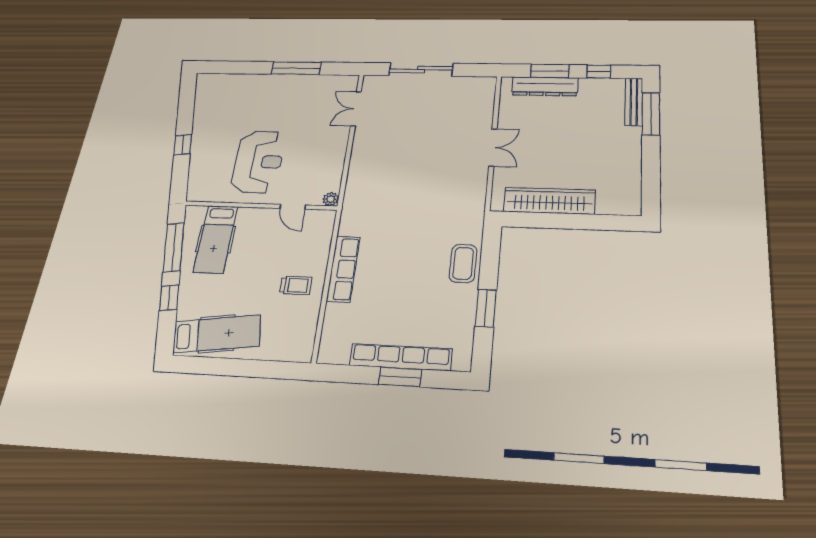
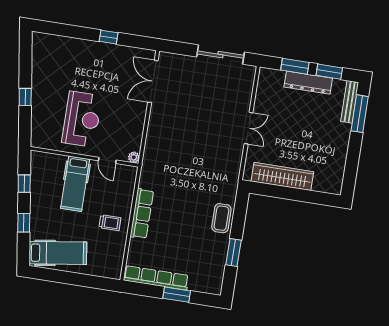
window: (296, 68) -> (109, 37), width x0.46
sliding door: (421, 70) -> (220, 55), moved
window: (599, 72) -> (329, 72), width x1.50
dresser: (545, 86) -> (308, 83), moved
double door: (356, 109) -> (153, 81), width x1.37
hospital bed: (216, 239) -> (75, 184), moved
window: (174, 247) -> (24, 184), width x0.46
row of seats: (401, 357) -> (156, 278), moved

